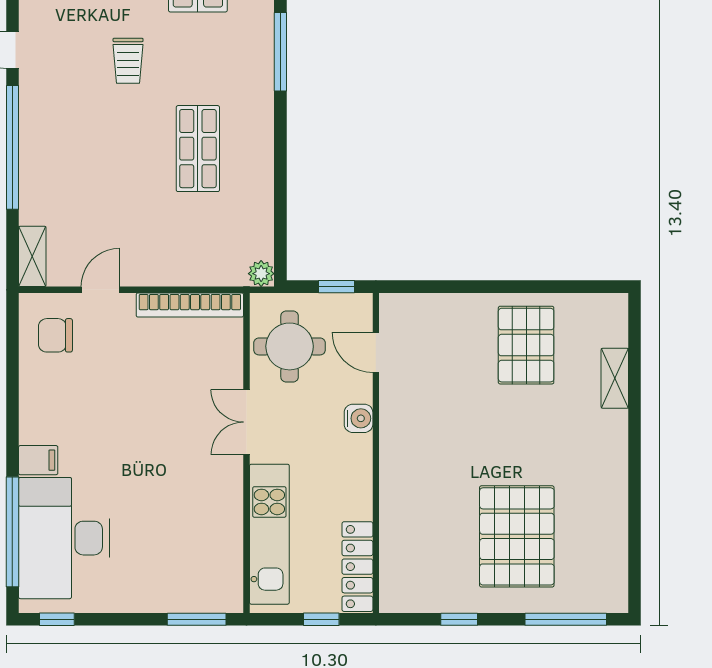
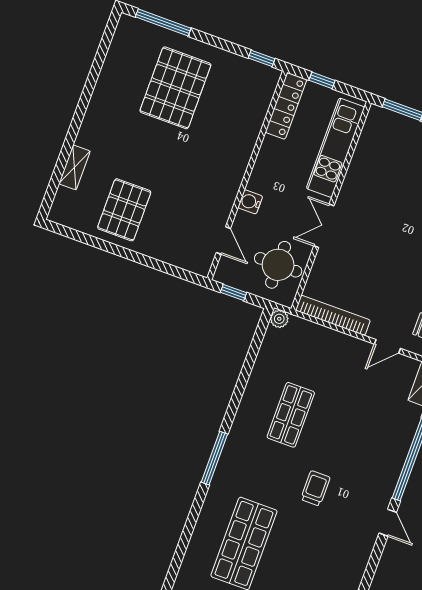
double door: (247, 422) -> (324, 226), swing flipped
window: (459, 619) -> (262, 58), moved

